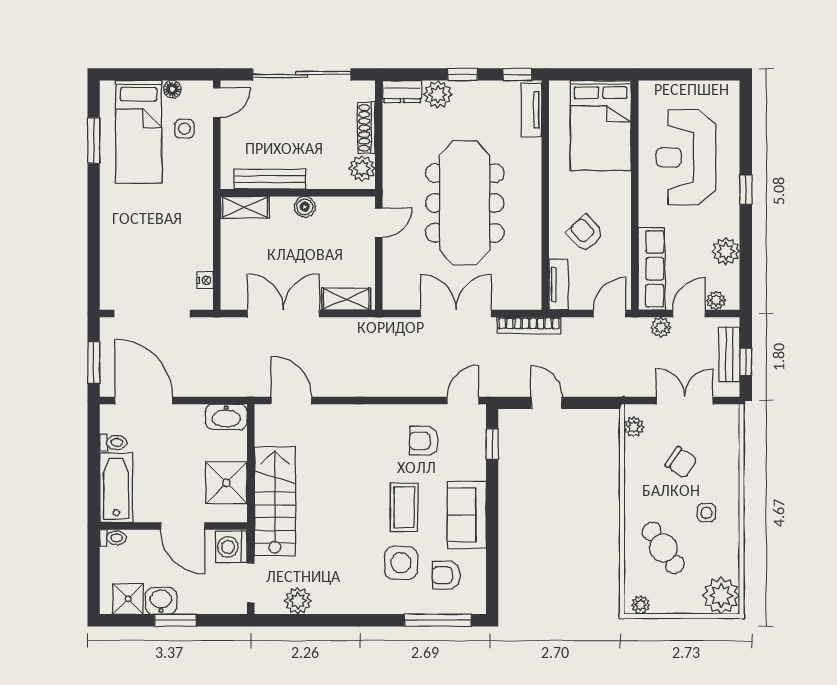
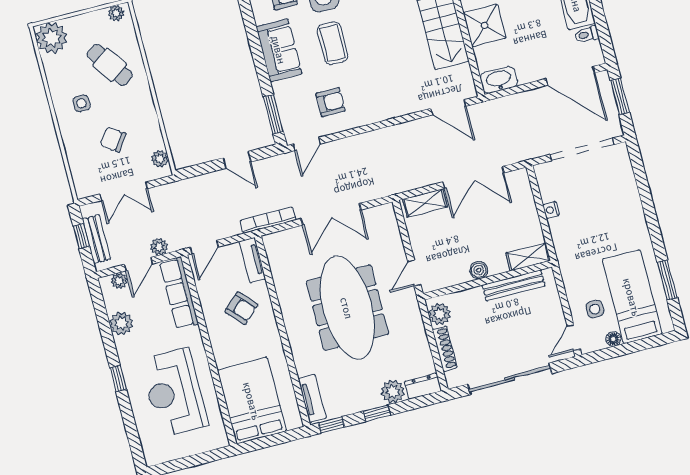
reception desk: (686, 157) -> (174, 393), turned 180
nightstand: (205, 280) -> (551, 210), moved
window: (492, 444) -> (273, 114), width x1.50

